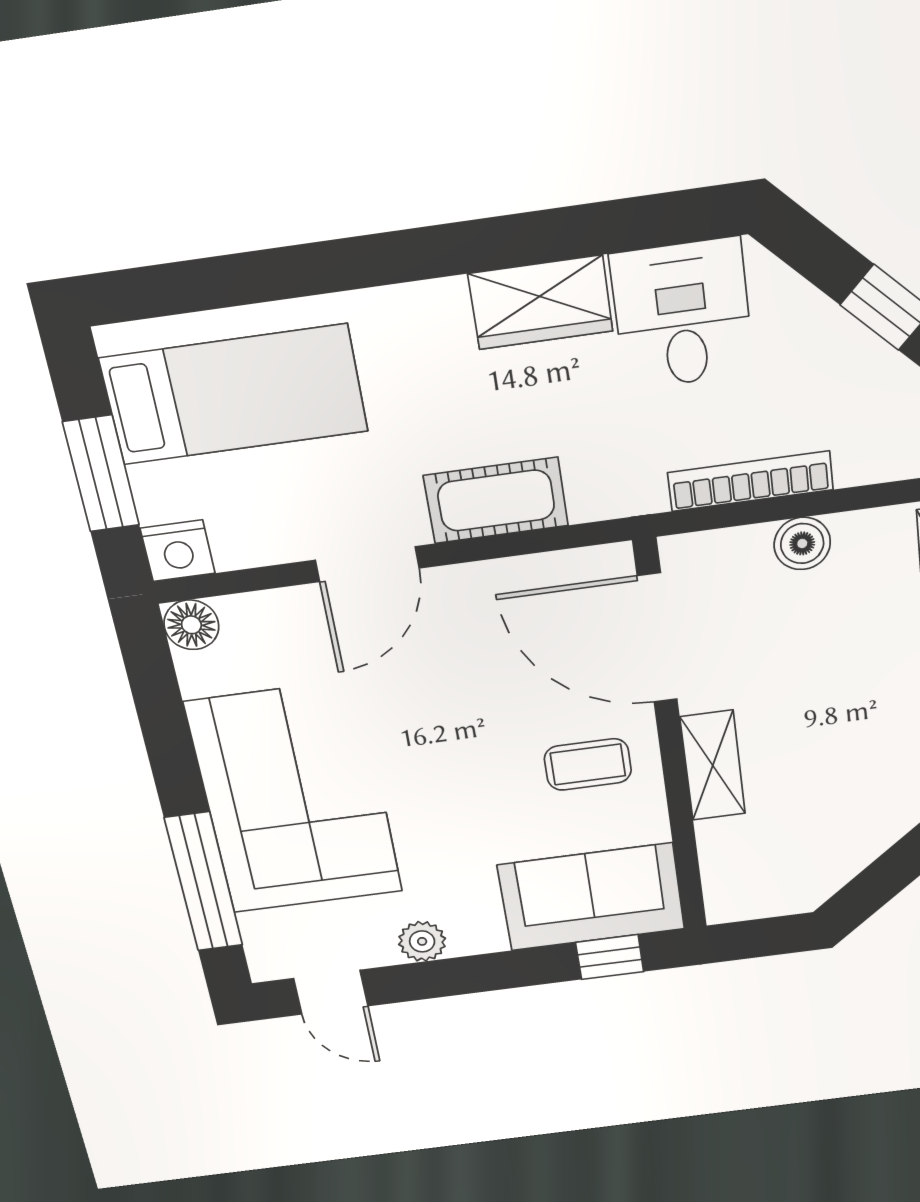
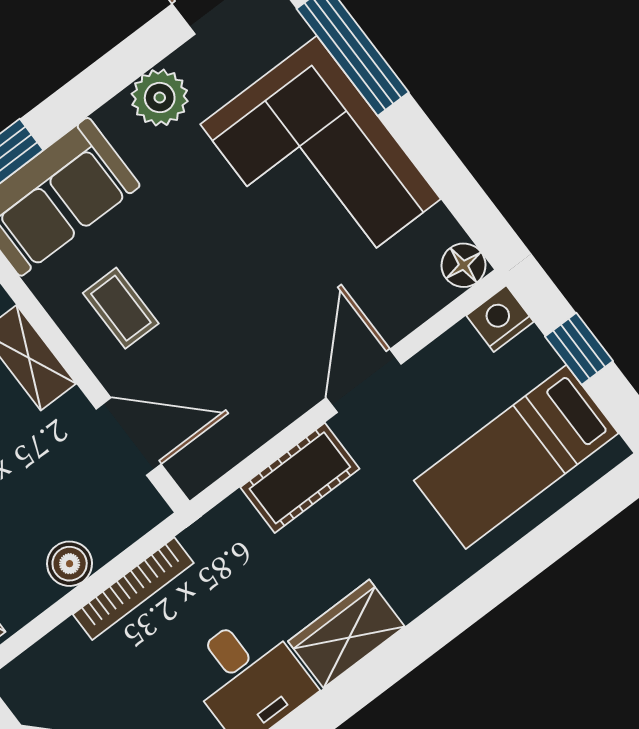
window: (101, 474) -> (579, 349), width x0.67
door: (657, 638) -> (129, 436), width x0.73
coffee table: (588, 764) -> (121, 308), turned 90
plant: (422, 941) -> (160, 98), width x1.38, depth x1.38

